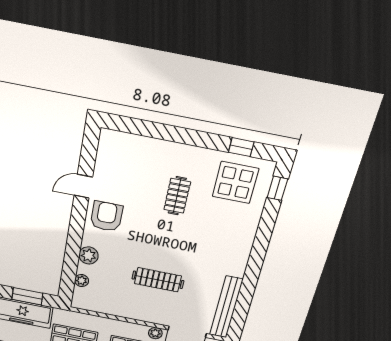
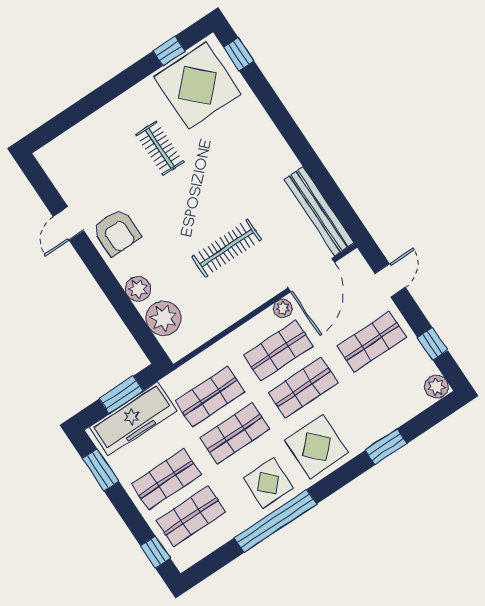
display table: (235, 183) -> (197, 85), width x1.36, depth x1.36
armchair: (106, 216) -> (117, 232), turned 180
plant: (82, 281) -> (164, 318), width x1.88, depth x1.88

